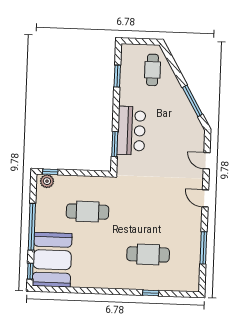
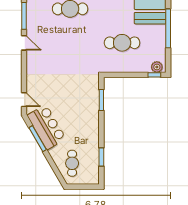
bar counter: (131, 131) -> (47, 127), moved, turned 150
door: (207, 161) -> (24, 100), moved
door: (205, 198) -> (24, 43), moved

